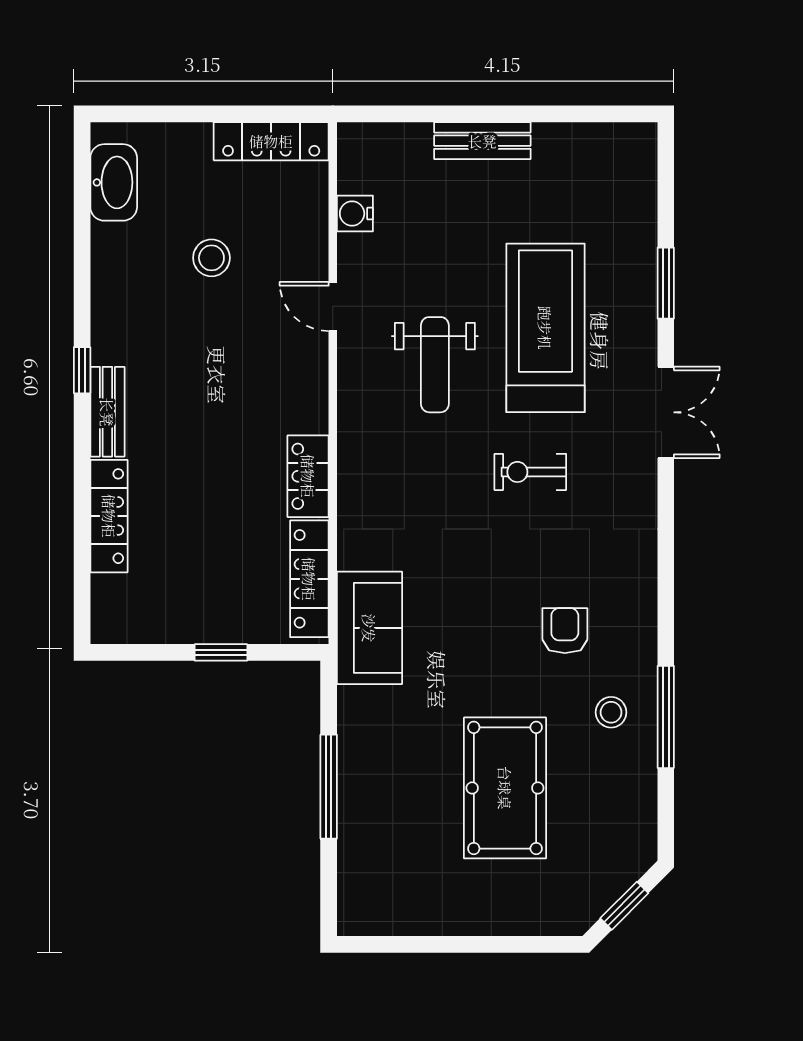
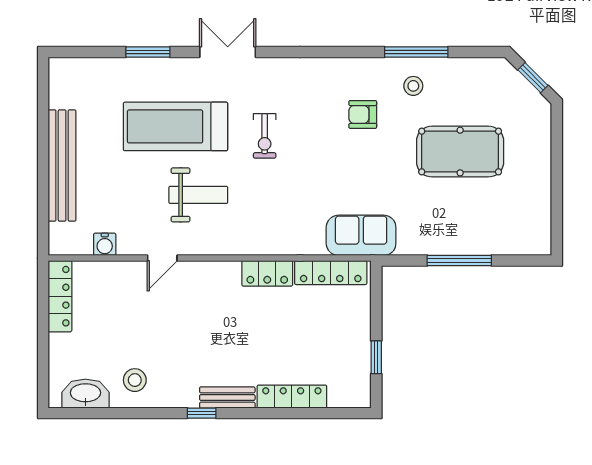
bench: (482, 141) -> (62, 165), width x1.86, depth x1.21
stool: (211, 258) -> (135, 380), moved
window: (221, 652) -> (376, 357), moved

